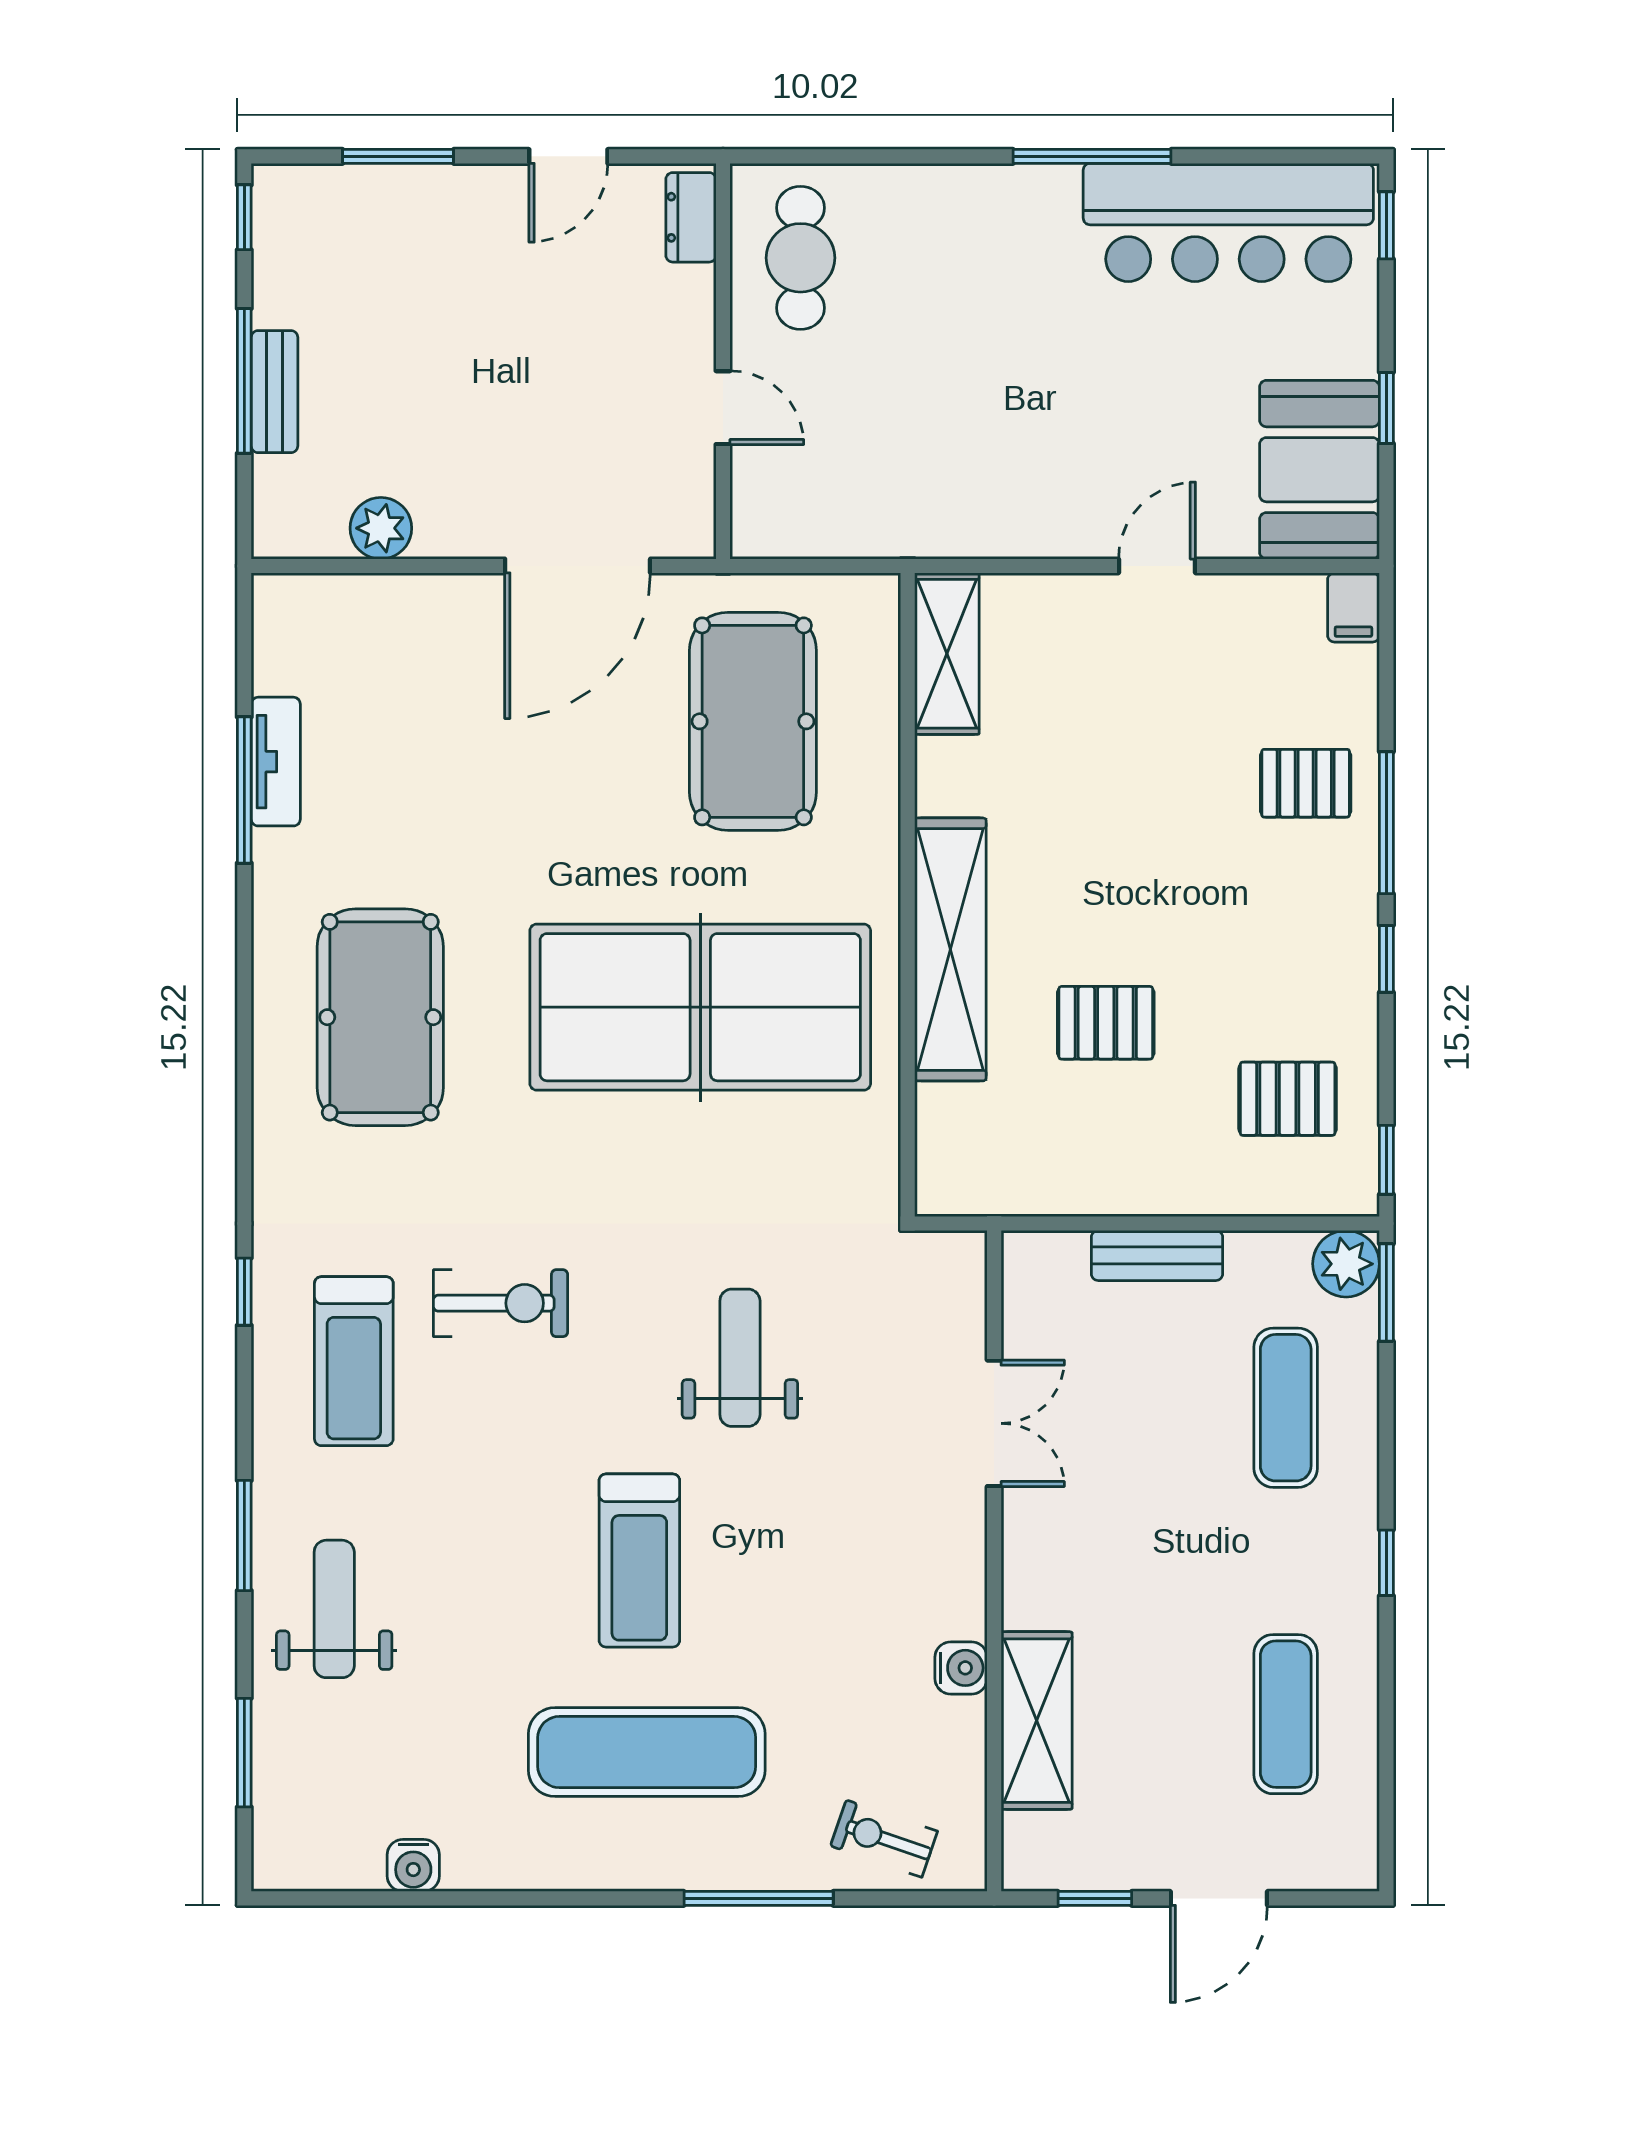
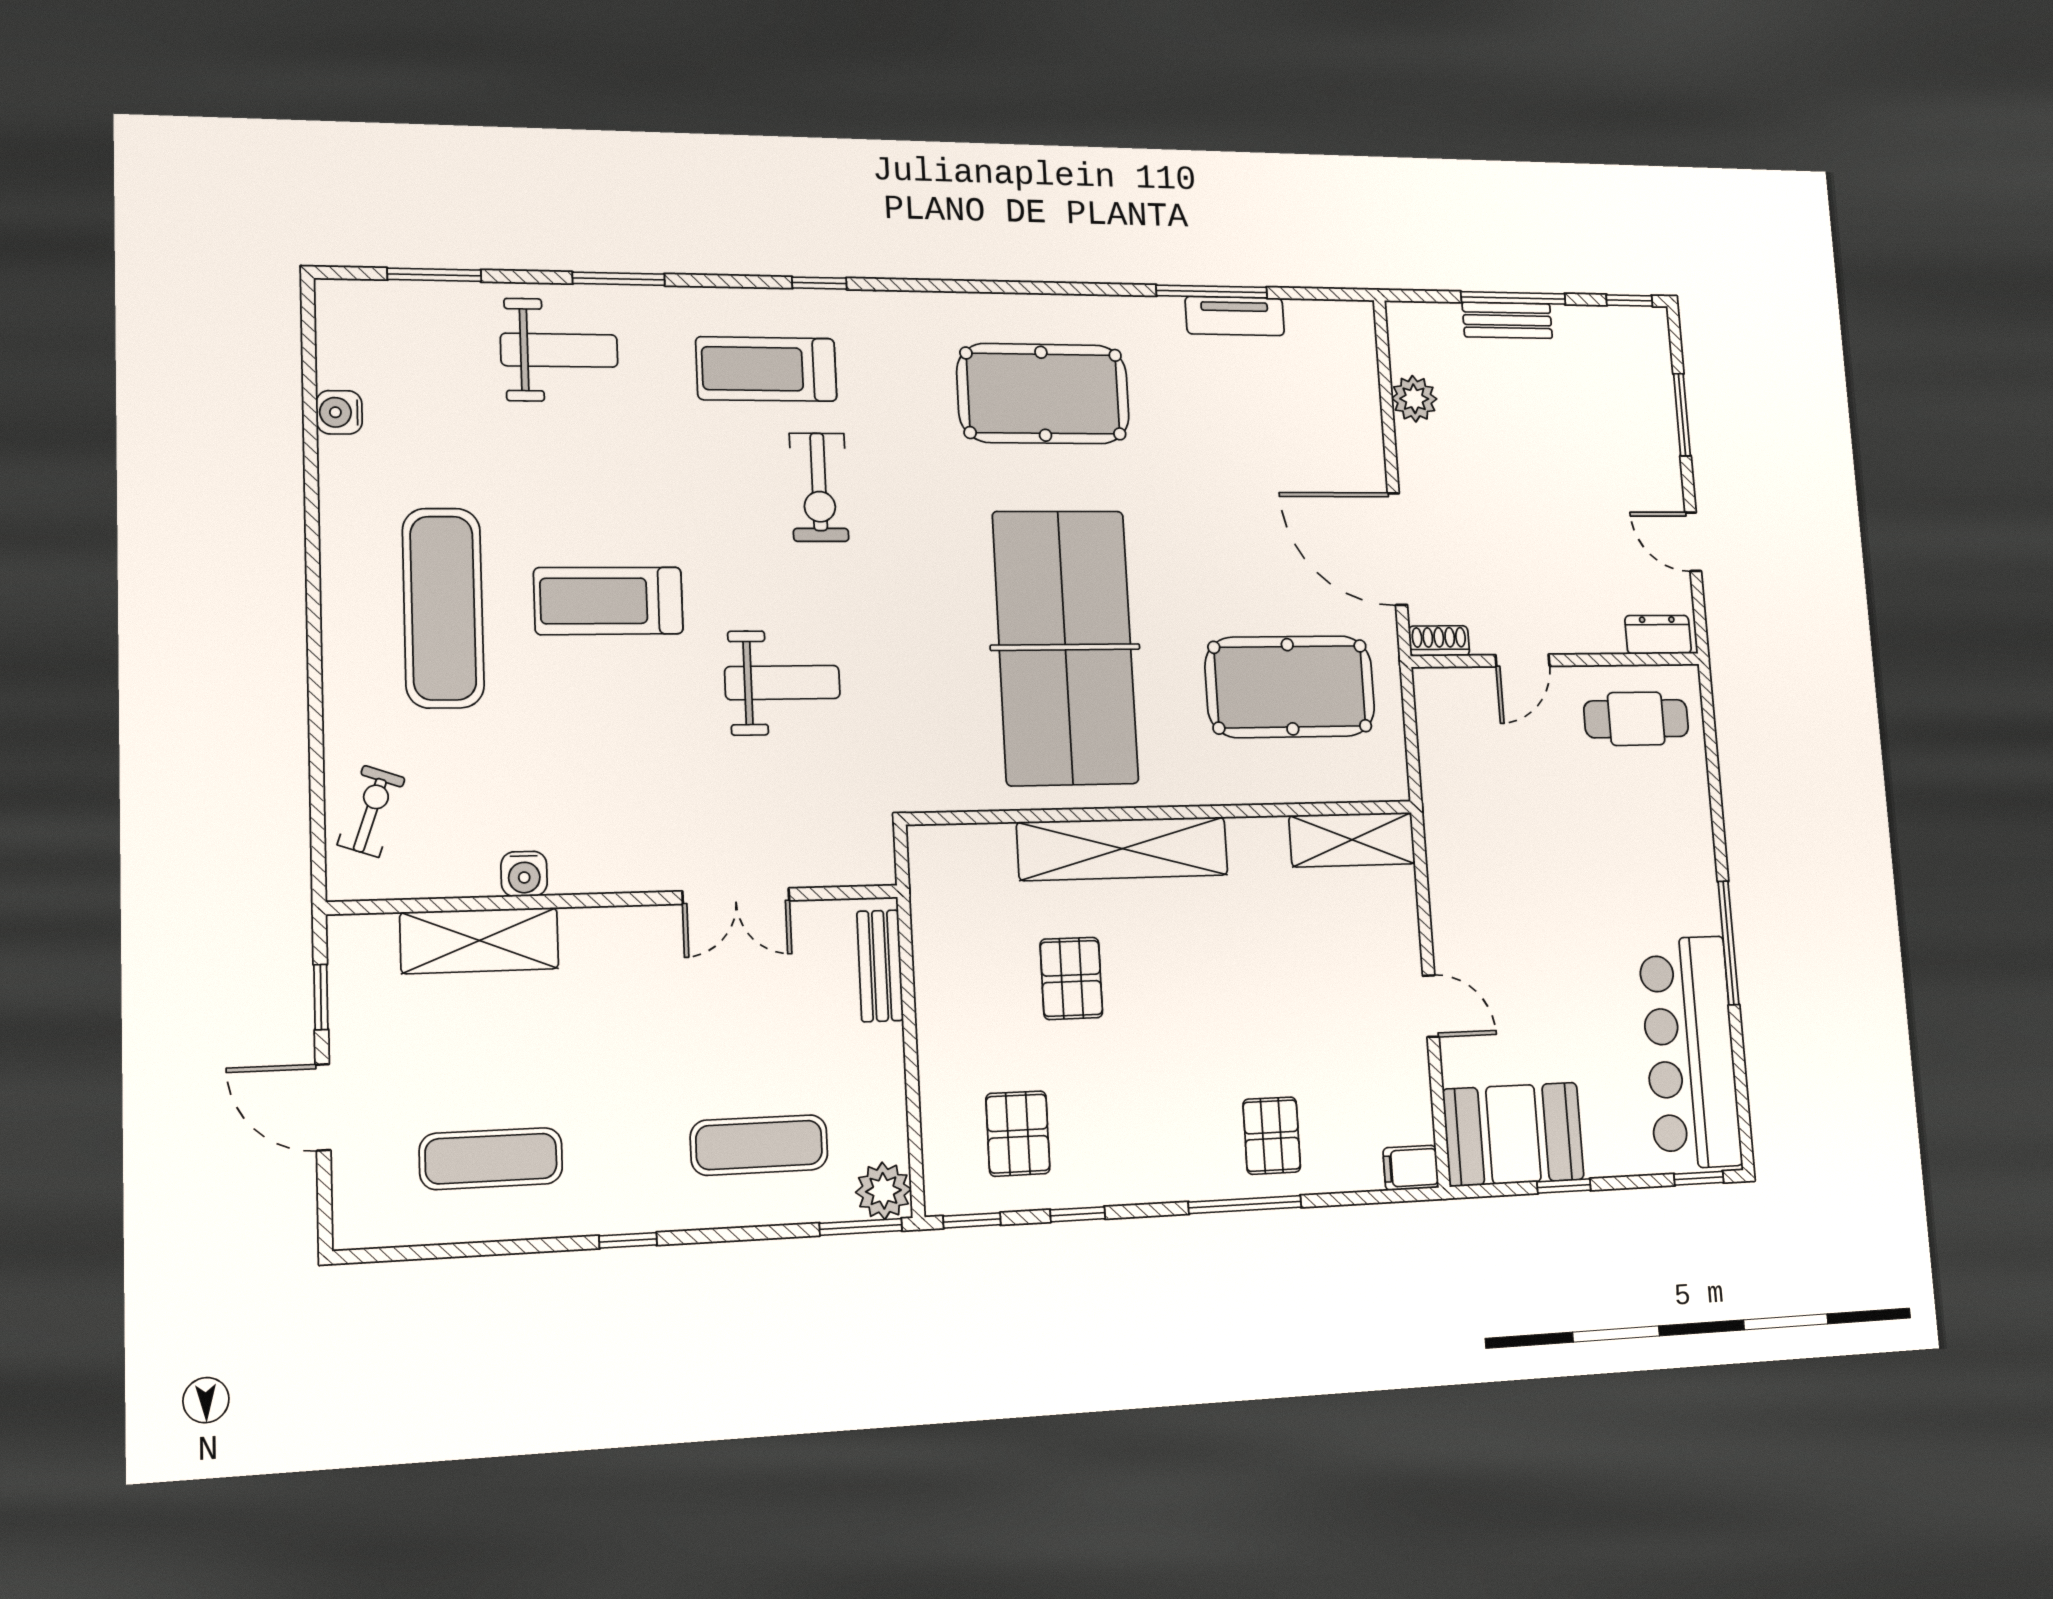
shoe rack: (697, 519) -> (1439, 641), added
window: (1386, 959) -> (1078, 1214), moved
bench: (1157, 1255) -> (880, 966), moved
window: (759, 1898) -> (315, 704), removed

